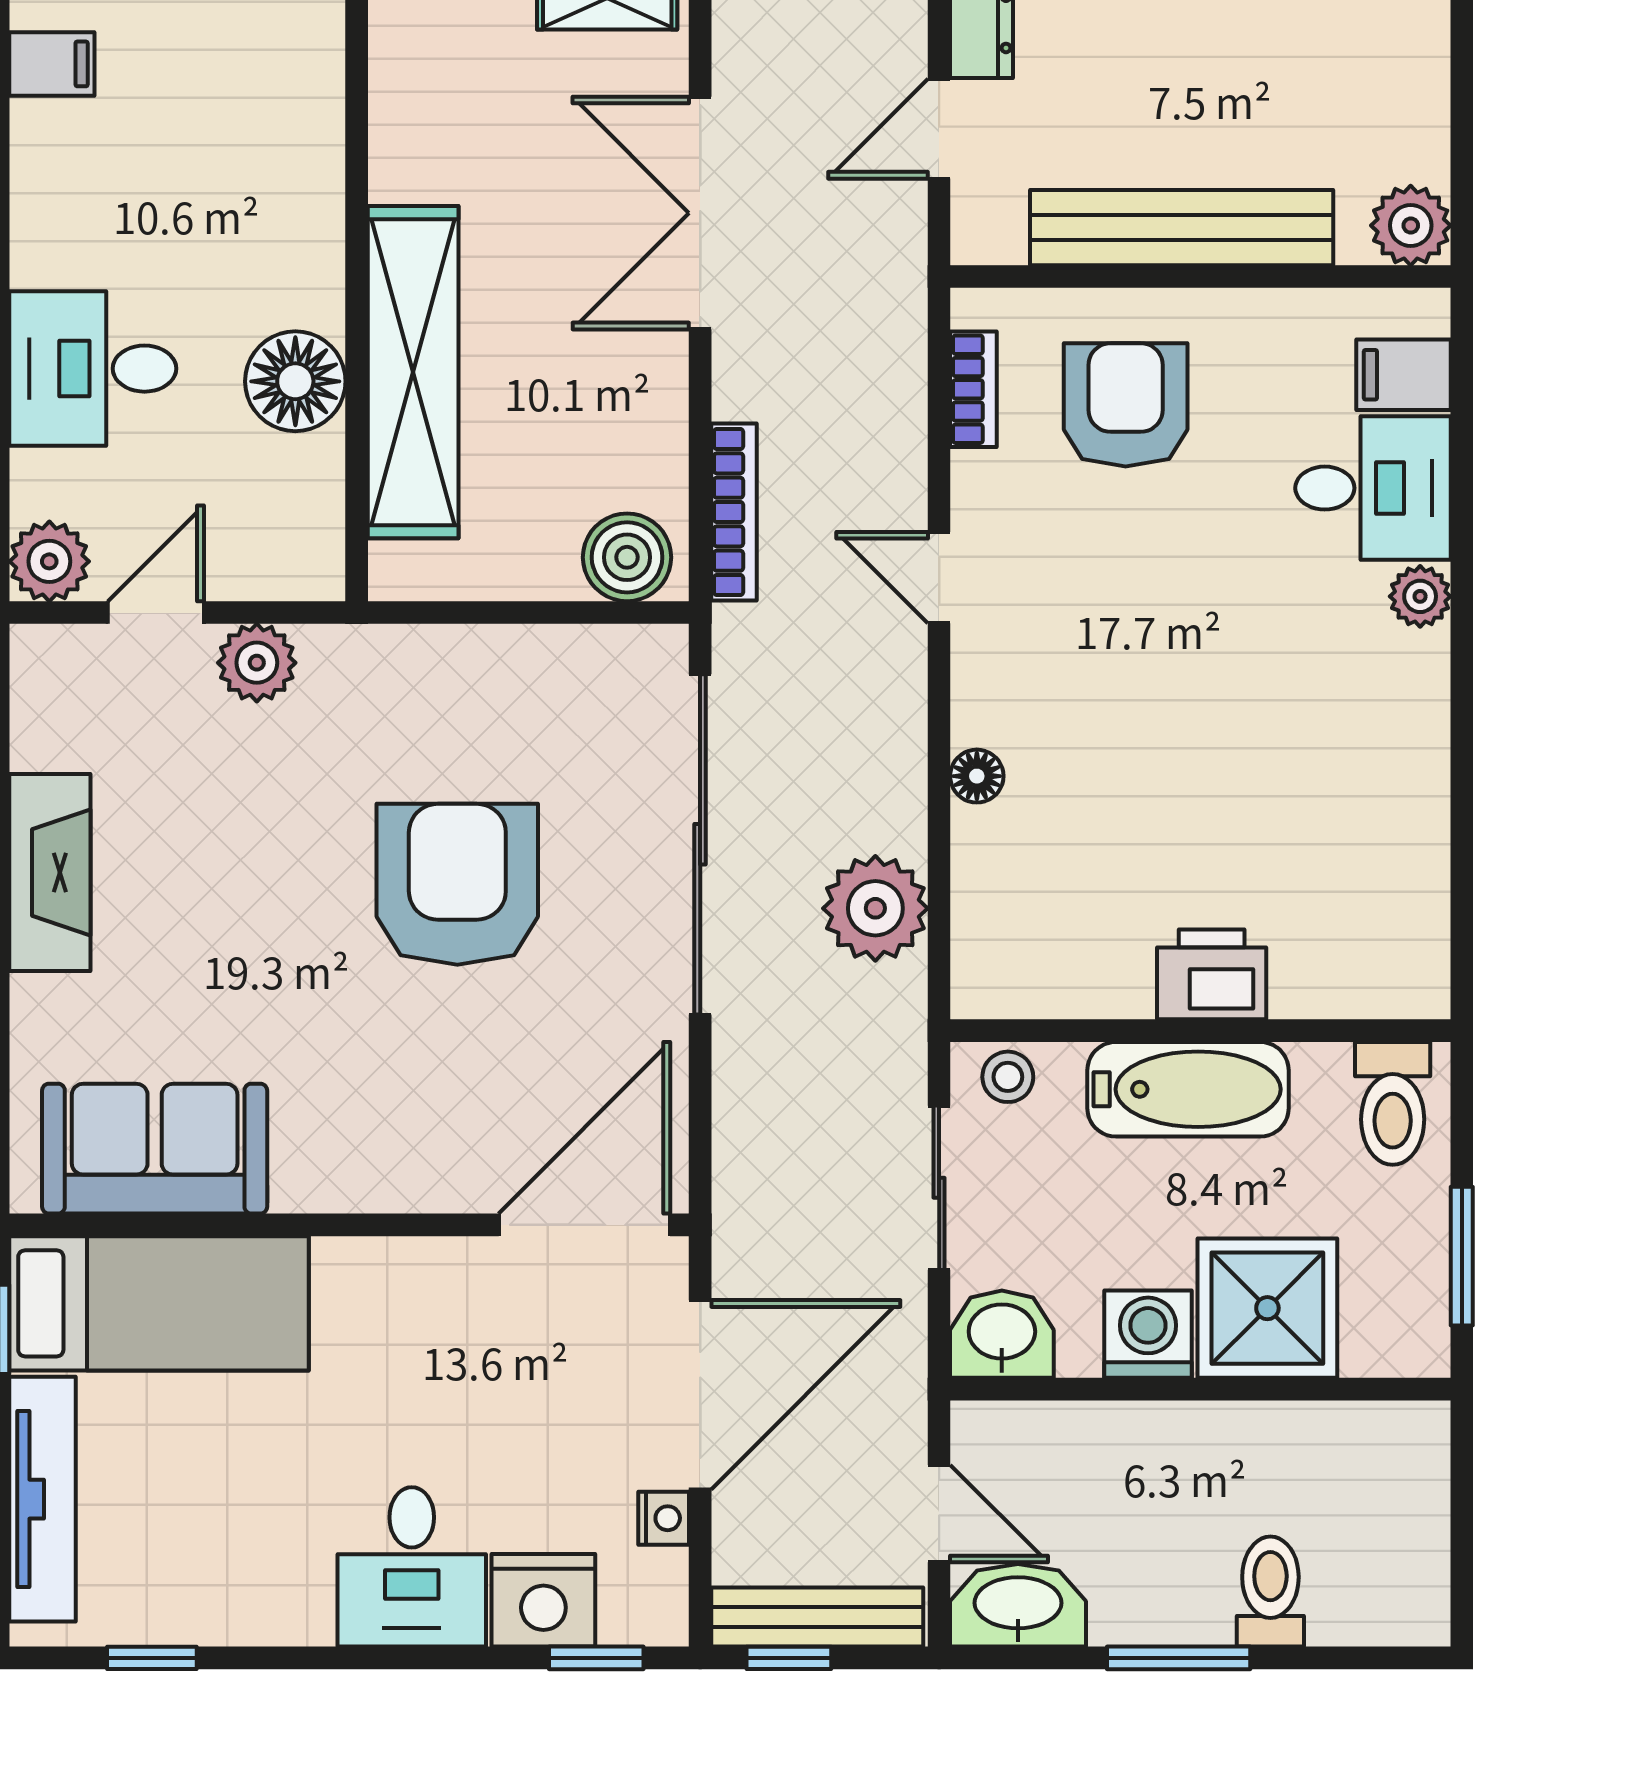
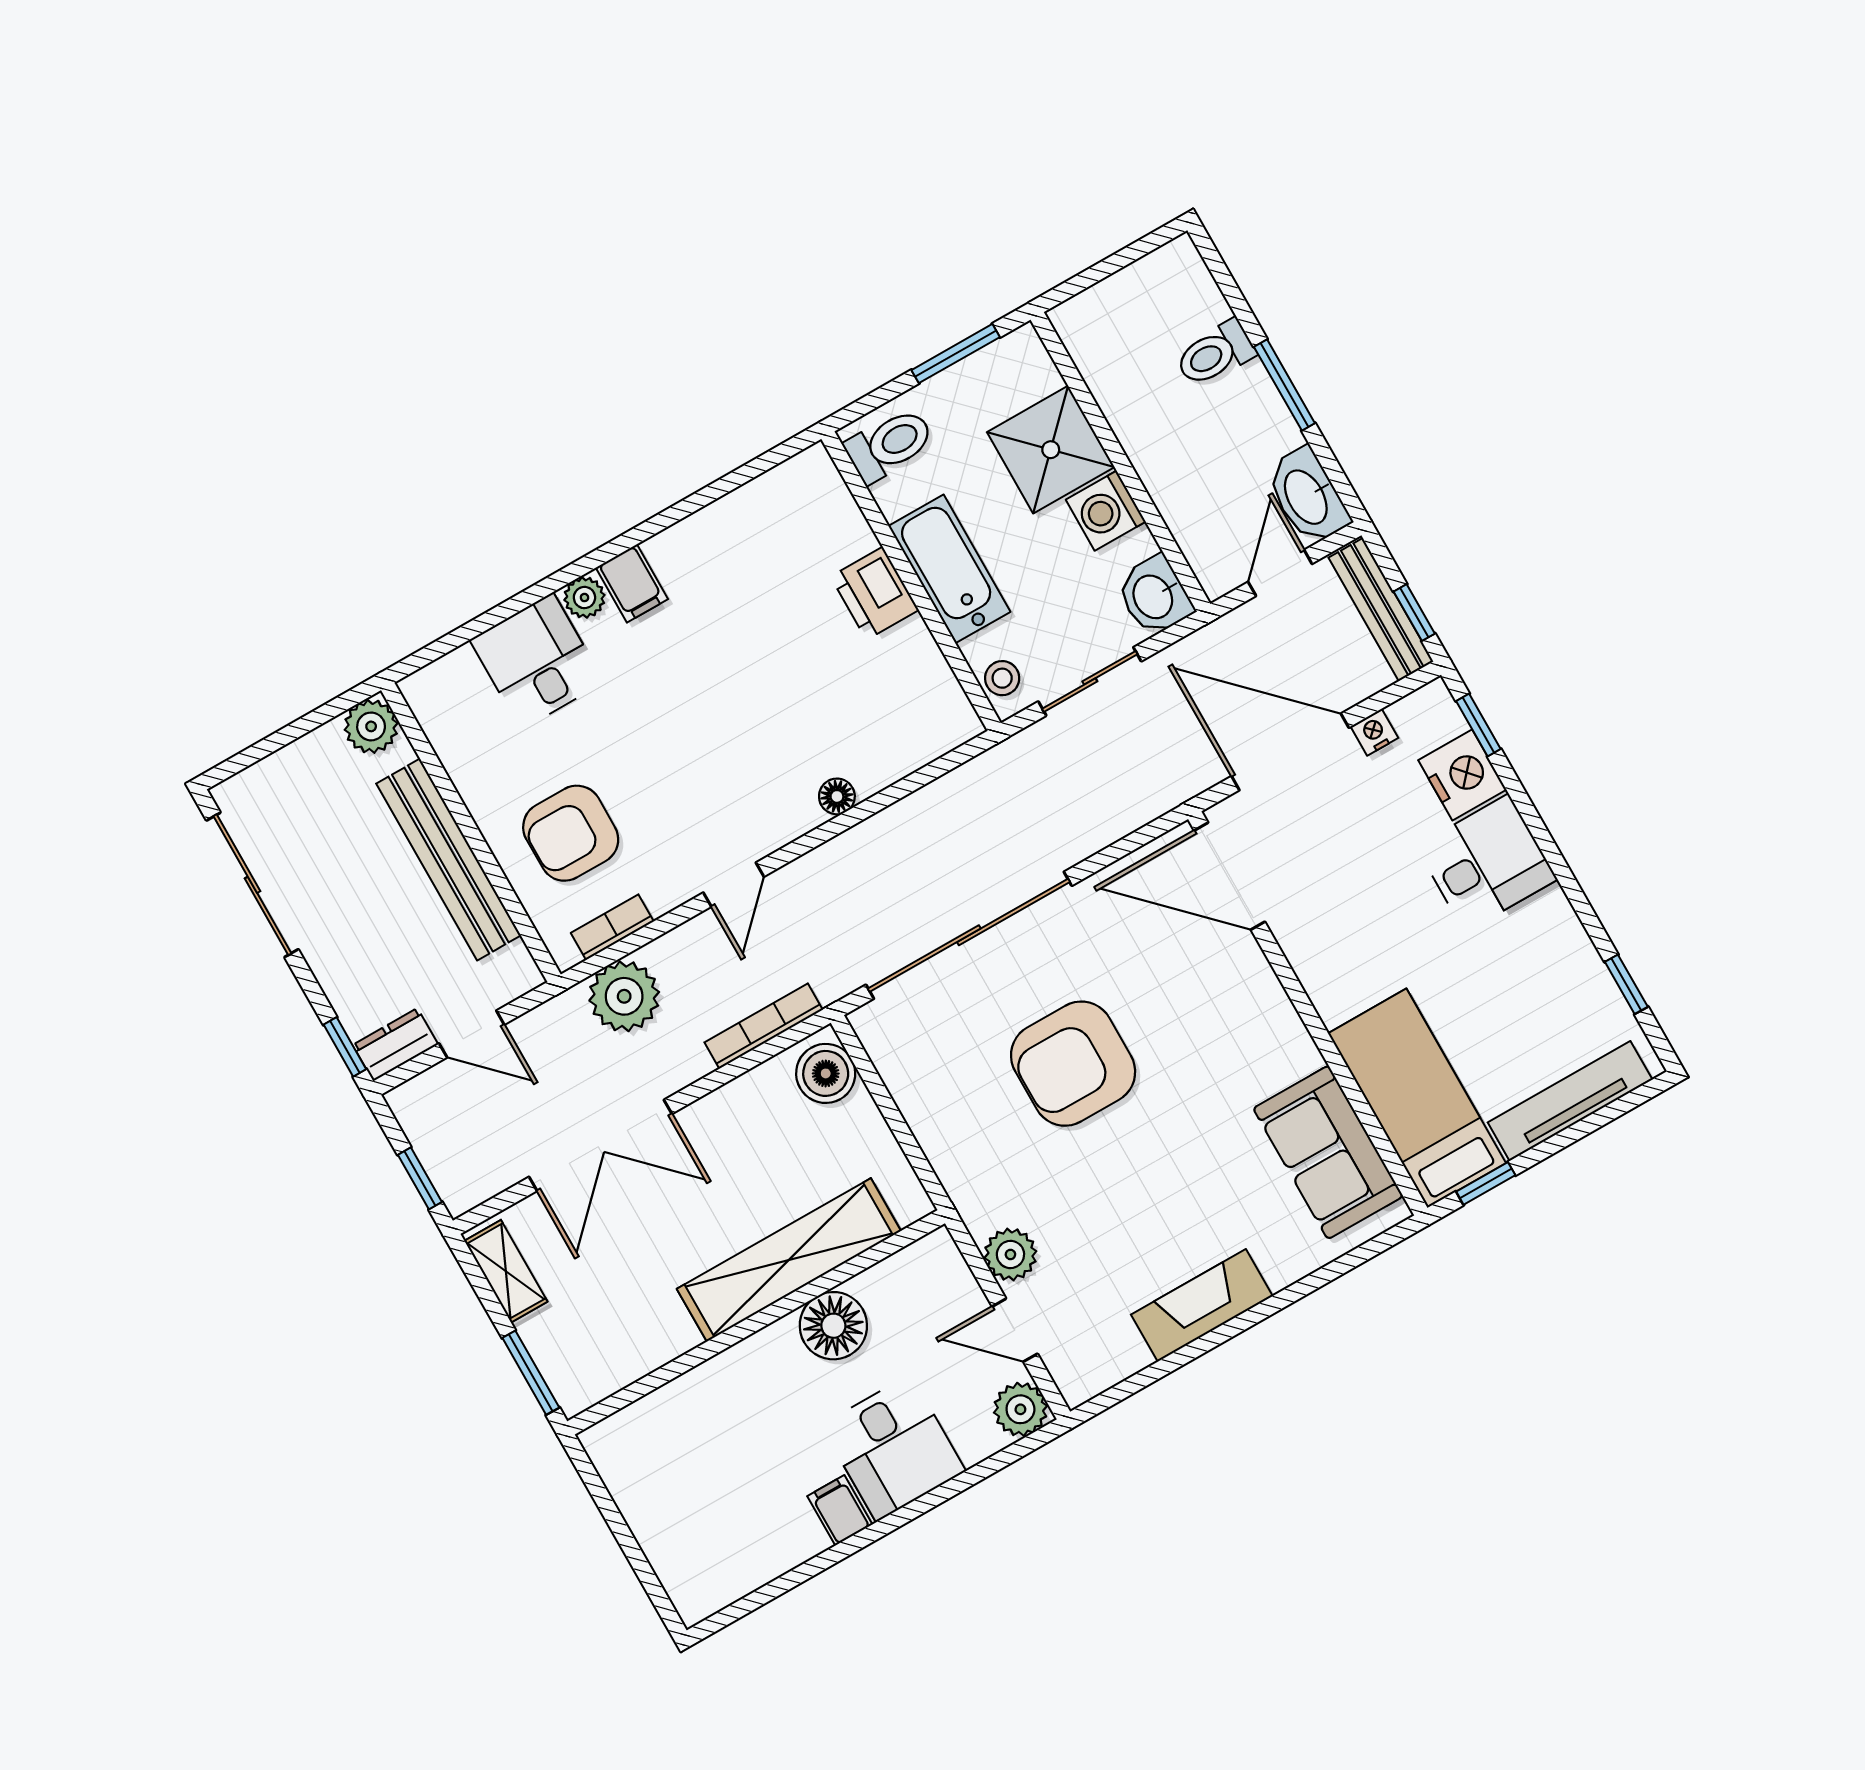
filing cabinet: (52, 64) -> (840, 1510), moved
filing cabinet: (1403, 375) -> (632, 583), moved
plant: (875, 908) -> (624, 996), moved

